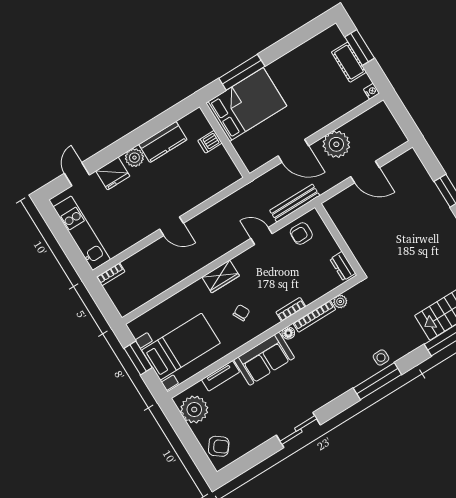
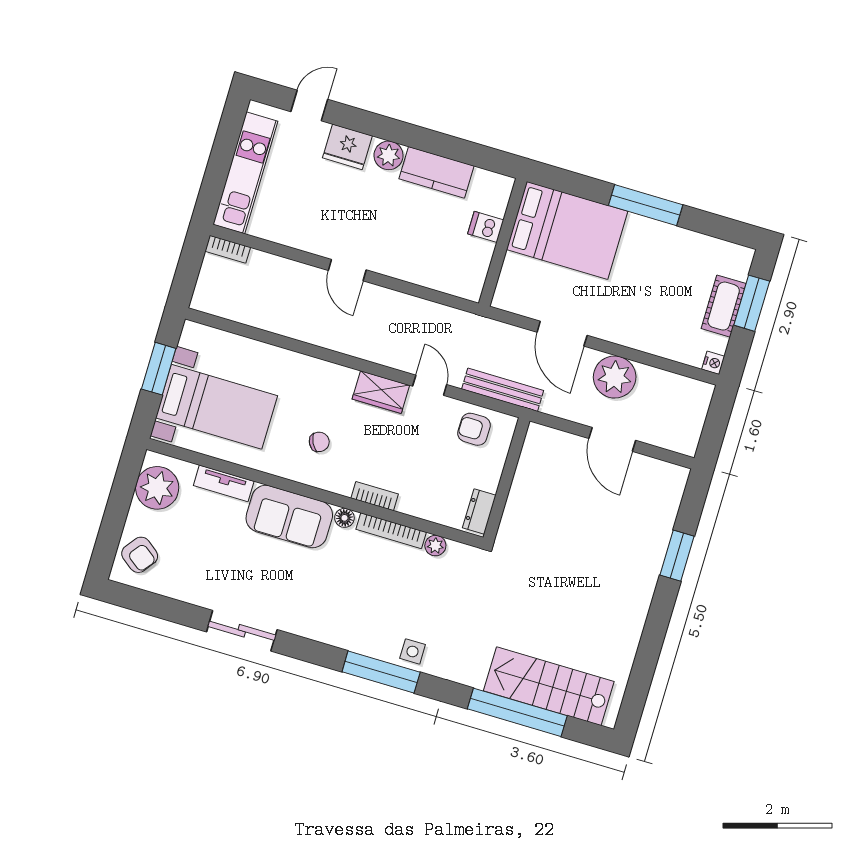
window: (242, 72) -> (646, 205), moved
wardrobe: (221, 276) -> (381, 392), moved

